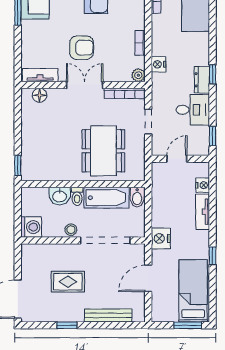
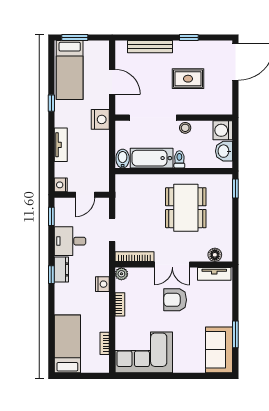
dining table: (103, 151) -> (186, 208), moved
nightstand: (203, 185) -> (61, 185), moved
washbasin: (60, 196) -> (224, 151), moved, turned -90
door: (148, 278) -> (112, 82), hinge flipped

